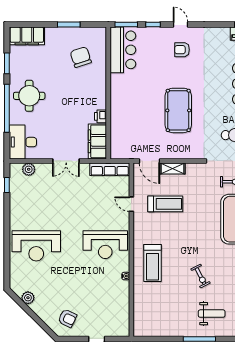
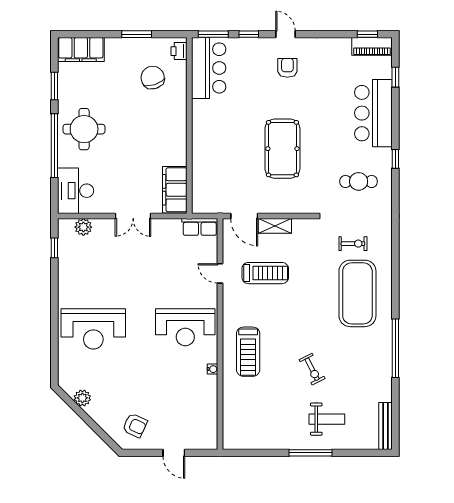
armchair: (182, 50) -> (287, 68), turned 90
printer: (101, 116) -> (179, 51), moved
row of seats: (110, 169) -> (200, 227), width x0.68

